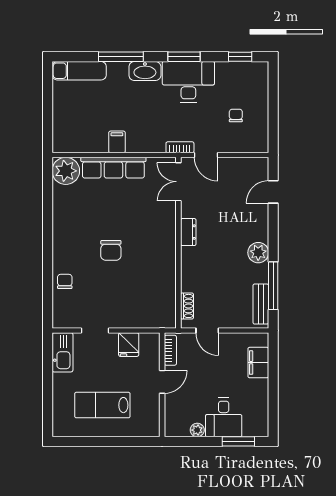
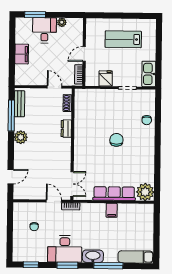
dresser: (188, 232) -> (66, 129), moved
filing cabinet: (258, 363) -> (22, 54), moved
lab bench: (102, 405) -> (123, 39), turned 180

